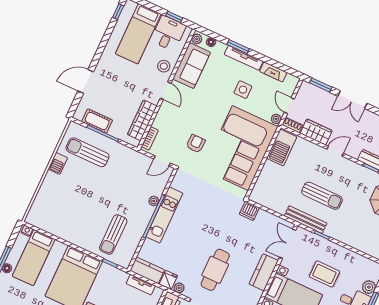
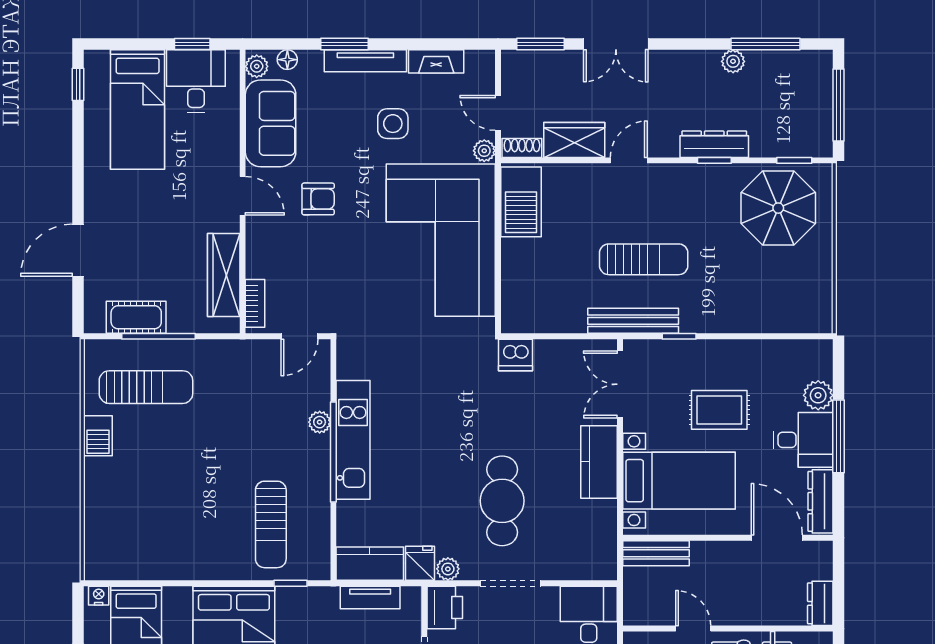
stool: (164, 66) -> (217, 150), removed
armchair: (196, 144) -> (318, 199), moved, turned 90
sun lounger: (88, 152) -> (146, 387), turned 180

